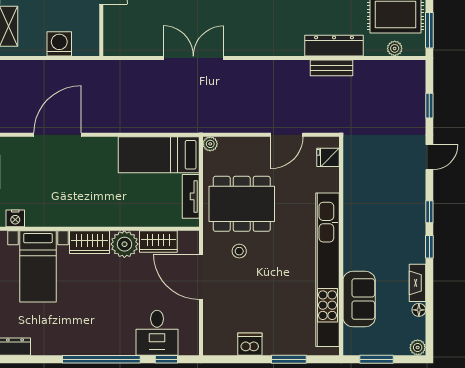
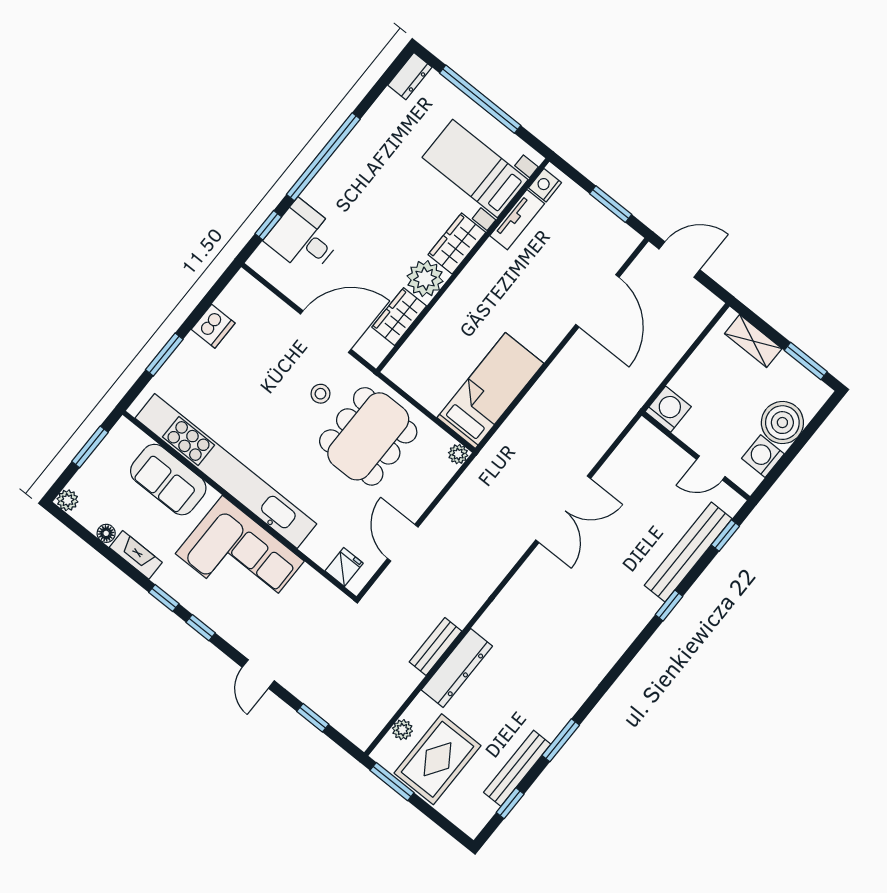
washing machine: (59, 44) -> (668, 409), moved, turned -90
tv unit: (191, 196) -> (517, 220), moved, turned 90
corner sofa: (371, 222) -> (240, 557), added

